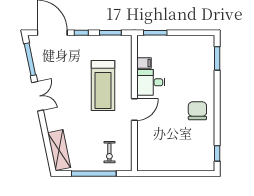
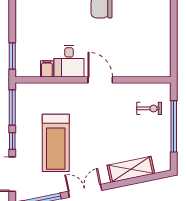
window: (110, 33) -> (12, 107), width x1.44
treadmill: (103, 85) -> (56, 143), moved, turned 90
shelving: (59, 150) -> (131, 169), moved

